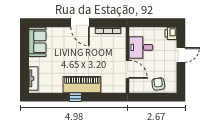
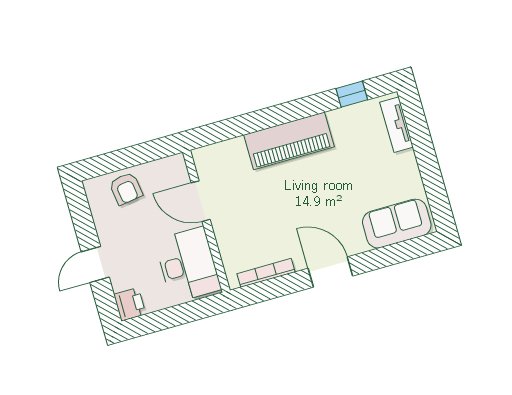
sofa: (37, 42) -> (397, 224), moved, turned 90
desk: (141, 47) -> (188, 265), width x1.37
window: (75, 97) -> (352, 94), moved

